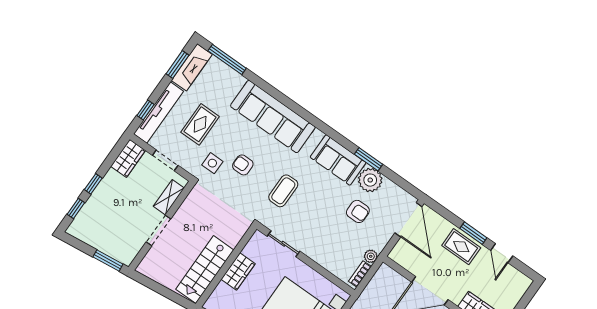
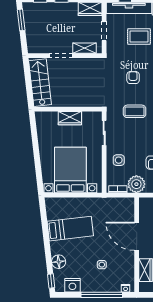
side table: (212, 163) -> (119, 160), moved
plant: (371, 256) -> (136, 184), width x1.88, depth x1.88
window: (108, 261) -> (21, 20), moved
stairs: (205, 270) -> (40, 83), moved, turned 83

